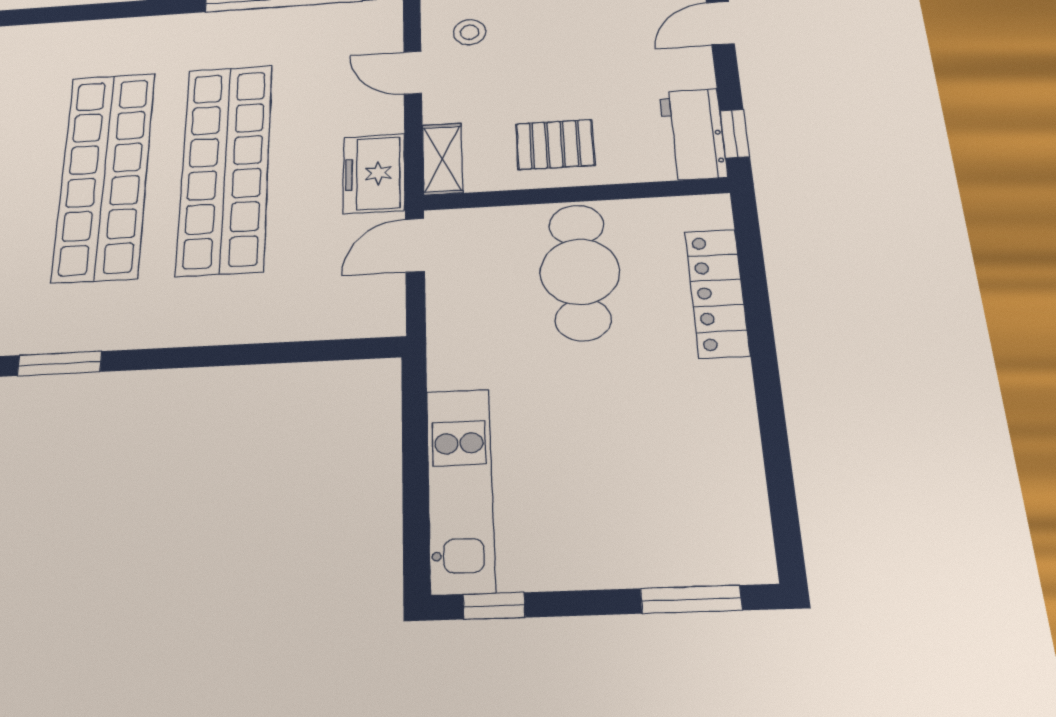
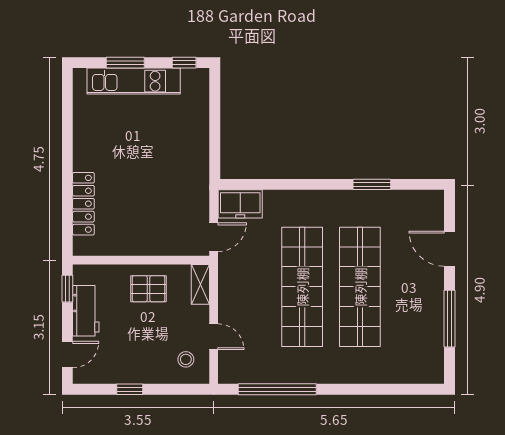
workbench: (693, 134) -> (86, 311), moved
freezer: (374, 173) -> (240, 204), moved, turned 90
cafe table: (580, 272) -> (141, 218), removed
kitchen unit: (460, 489) -> (134, 81), moved, turned -90
window: (691, 599) -> (125, 63), moved

